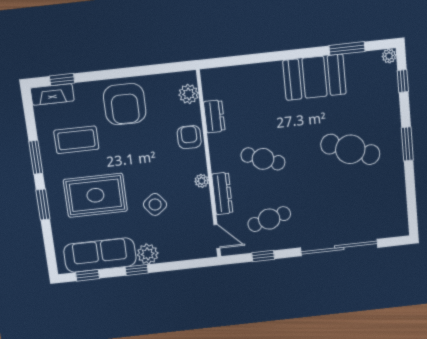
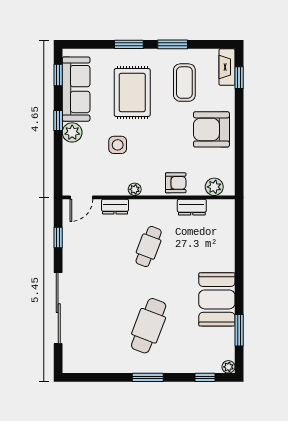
dresser: (222, 194) -> (115, 207), width x0.70
side table: (155, 204) -> (118, 145), turned 38
cafe table: (269, 219) -> (92, 247), removed

